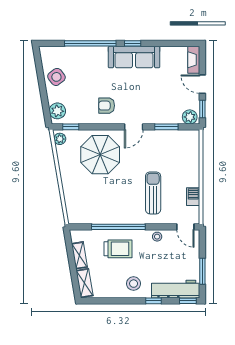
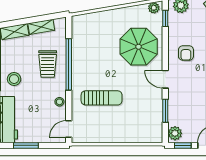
armchair: (107, 106) -> (186, 53), turned 180
barbecue: (193, 197) -> (98, 137), removed

